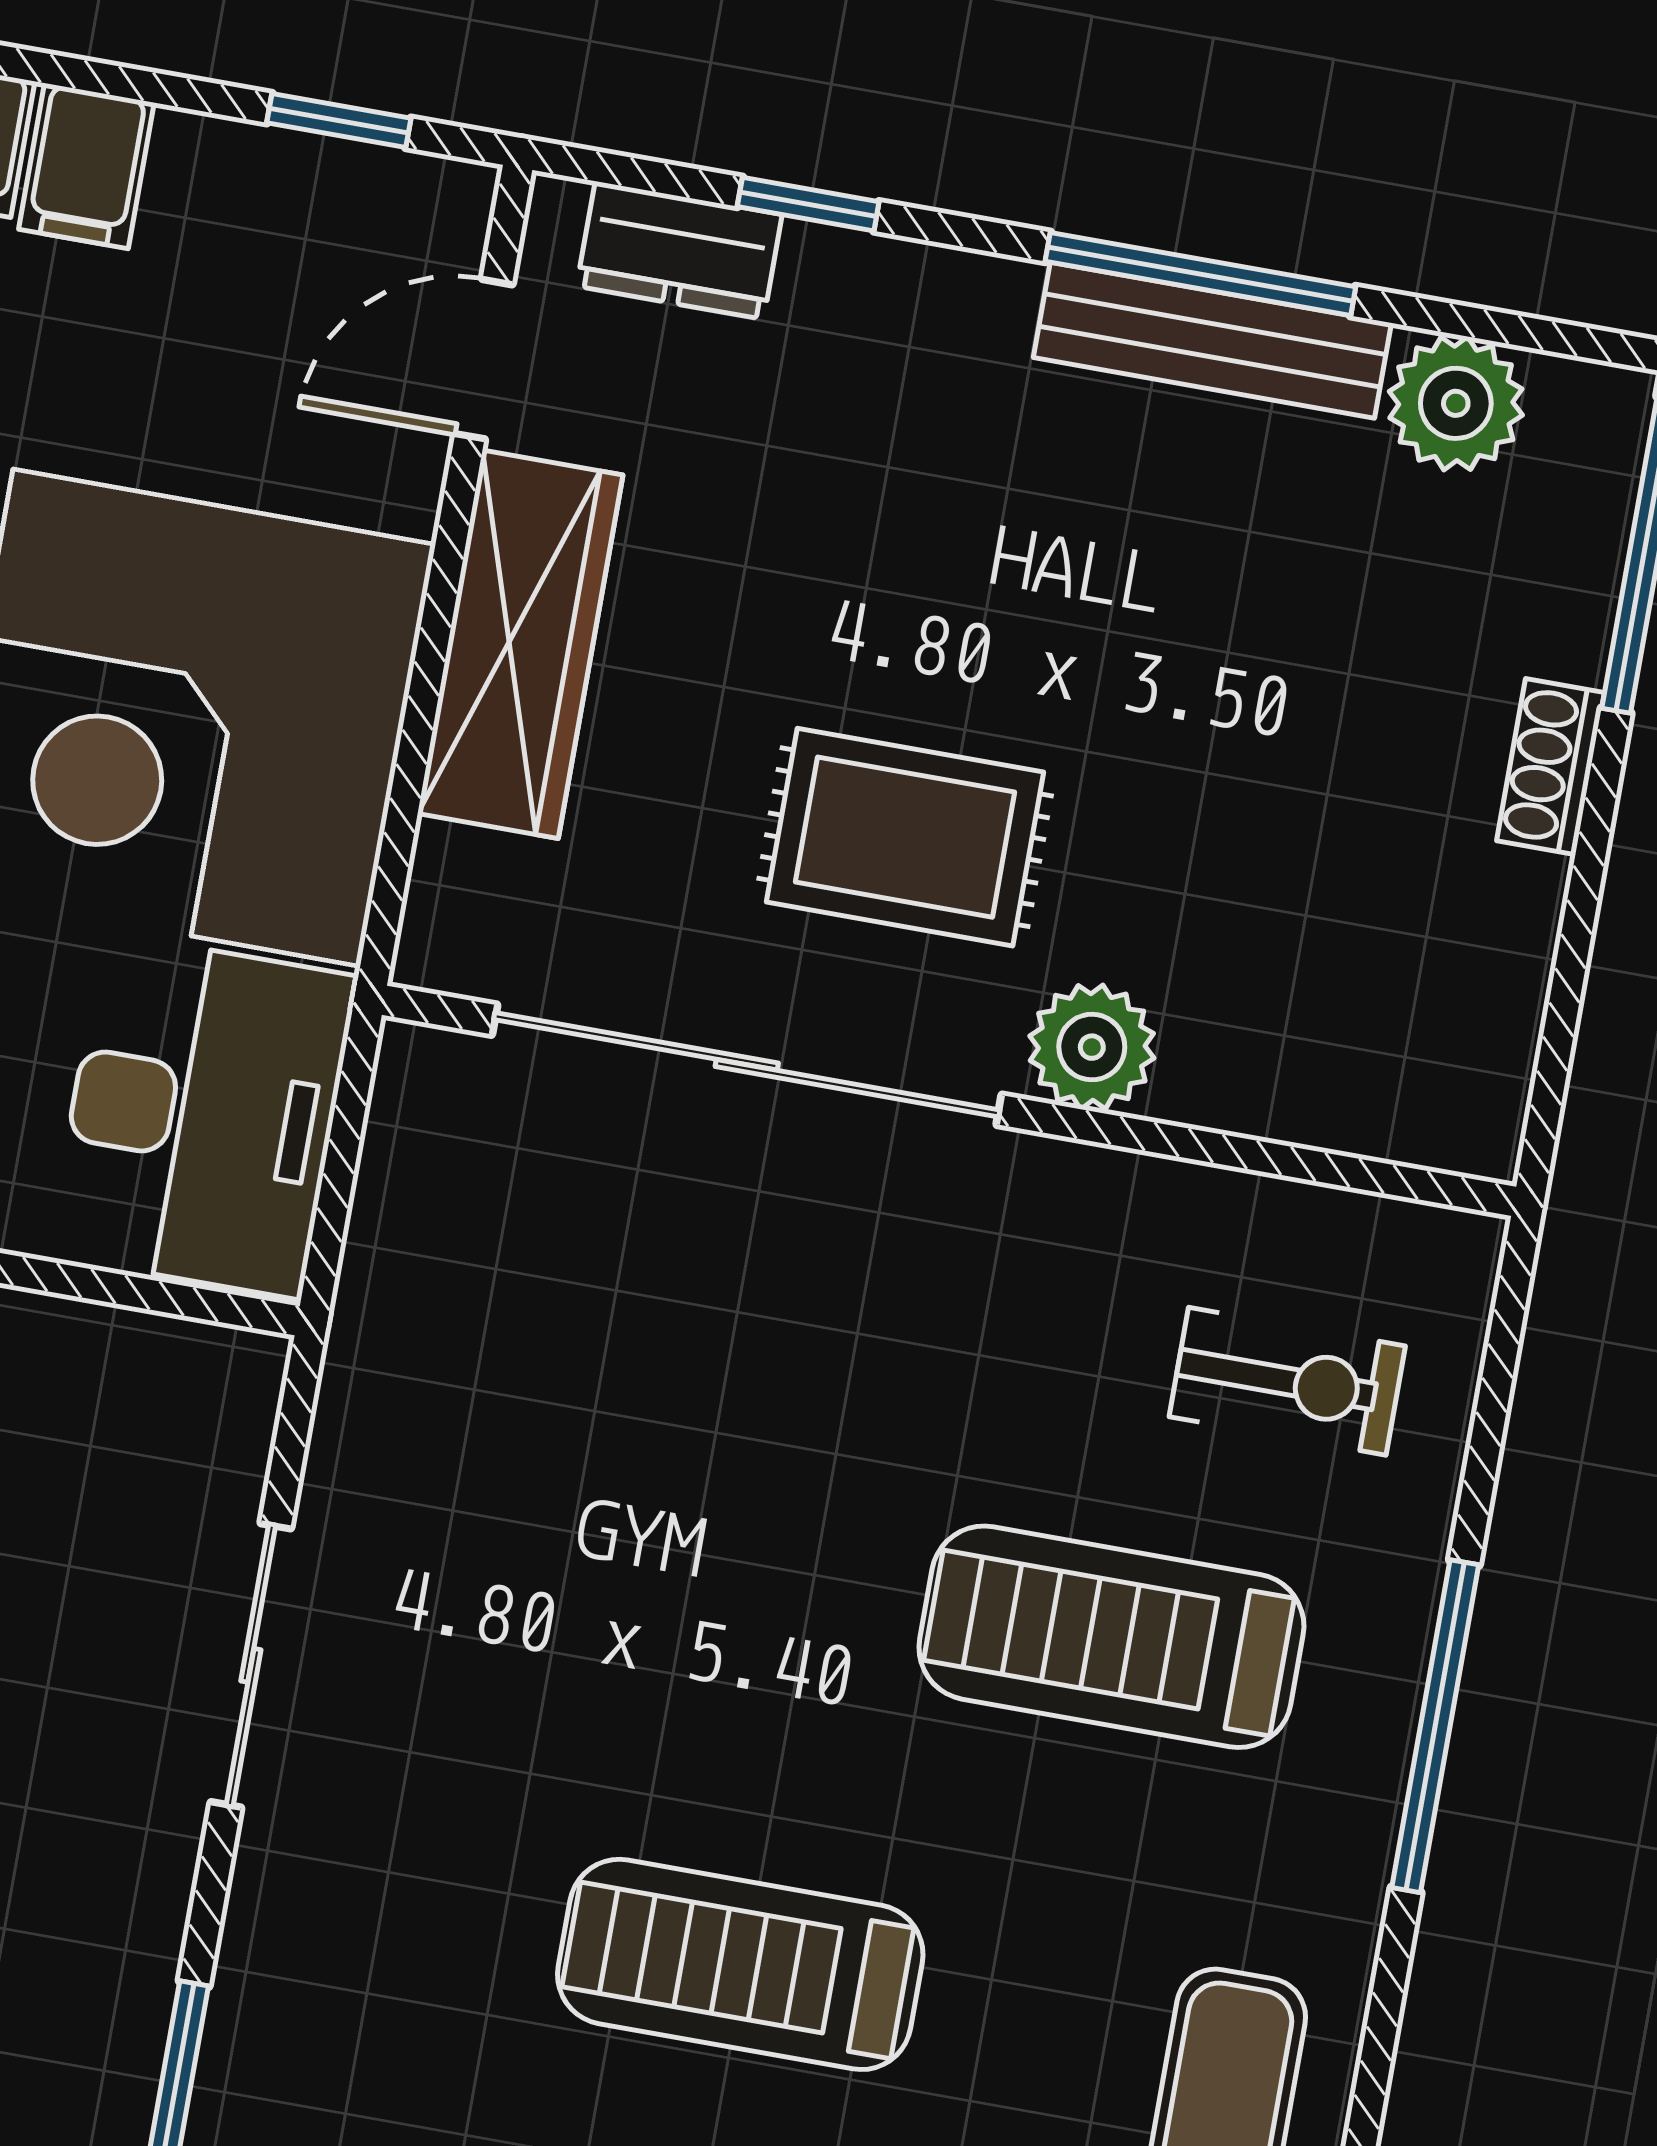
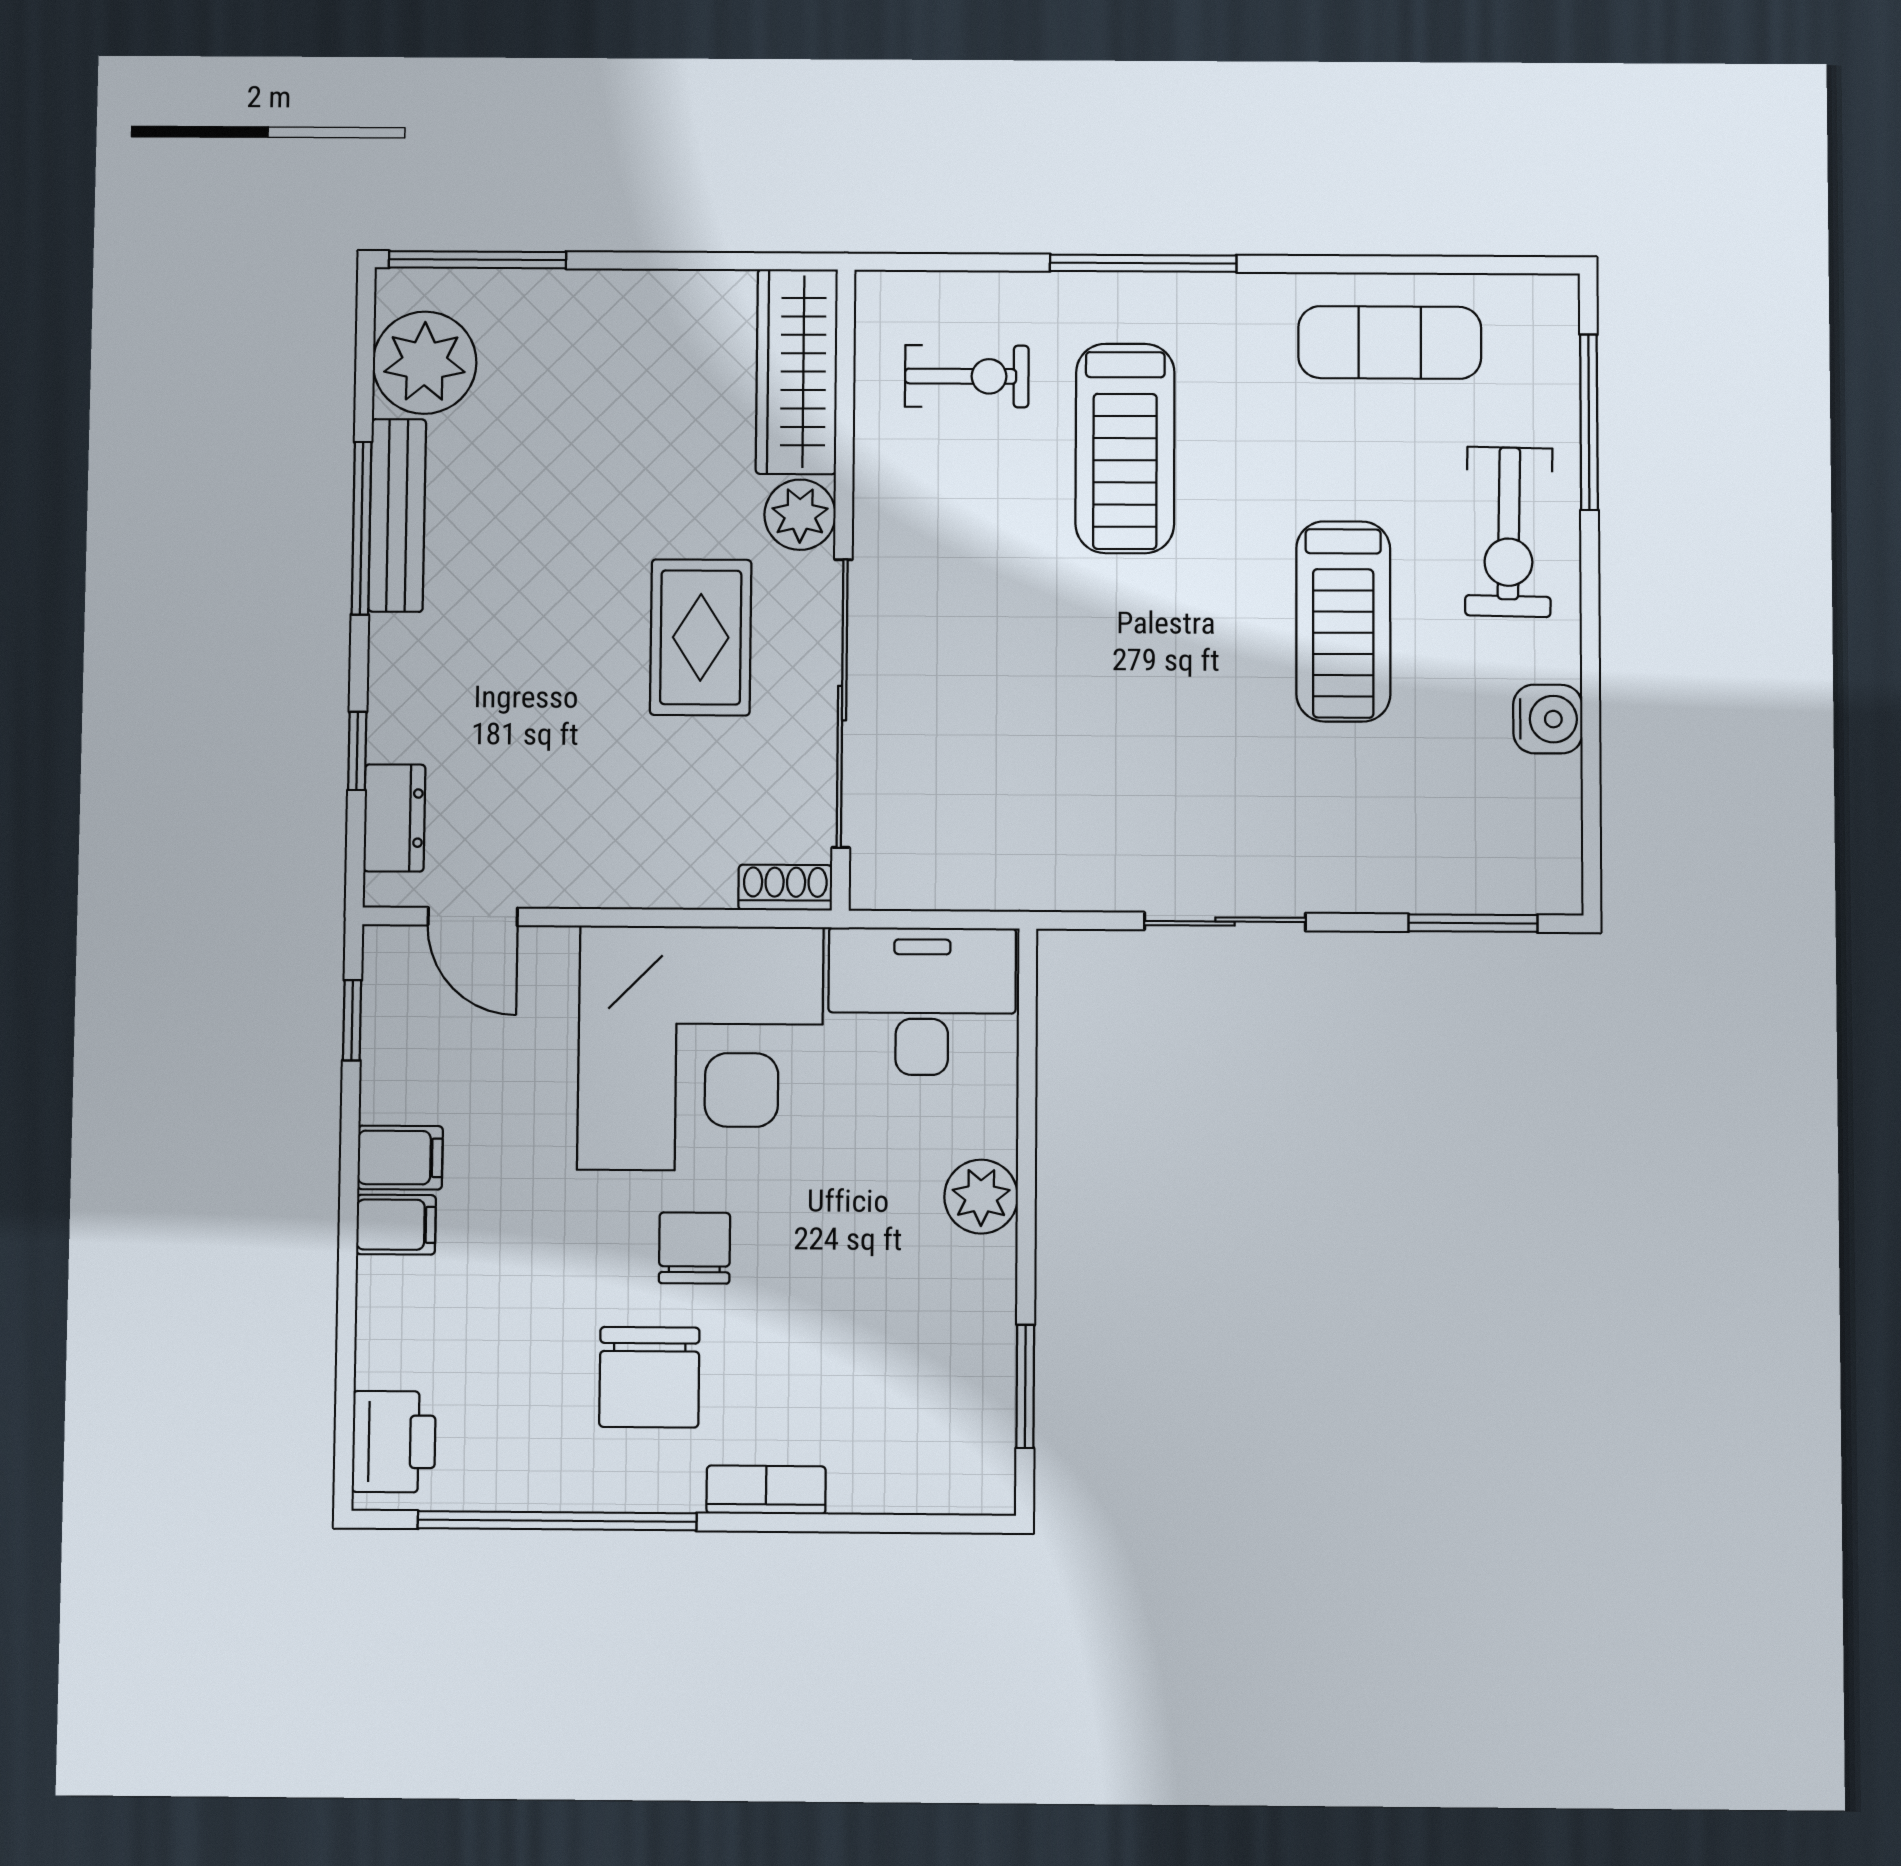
plant: (1456, 403) -> (425, 363), width x1.36, depth x1.36
wardrobe: (520, 644) -> (797, 372), moved, turned -90
shoe rack: (1551, 767) -> (785, 888), moved, turned 180
exercise bike: (1287, 1381) -> (967, 376), turned 90

